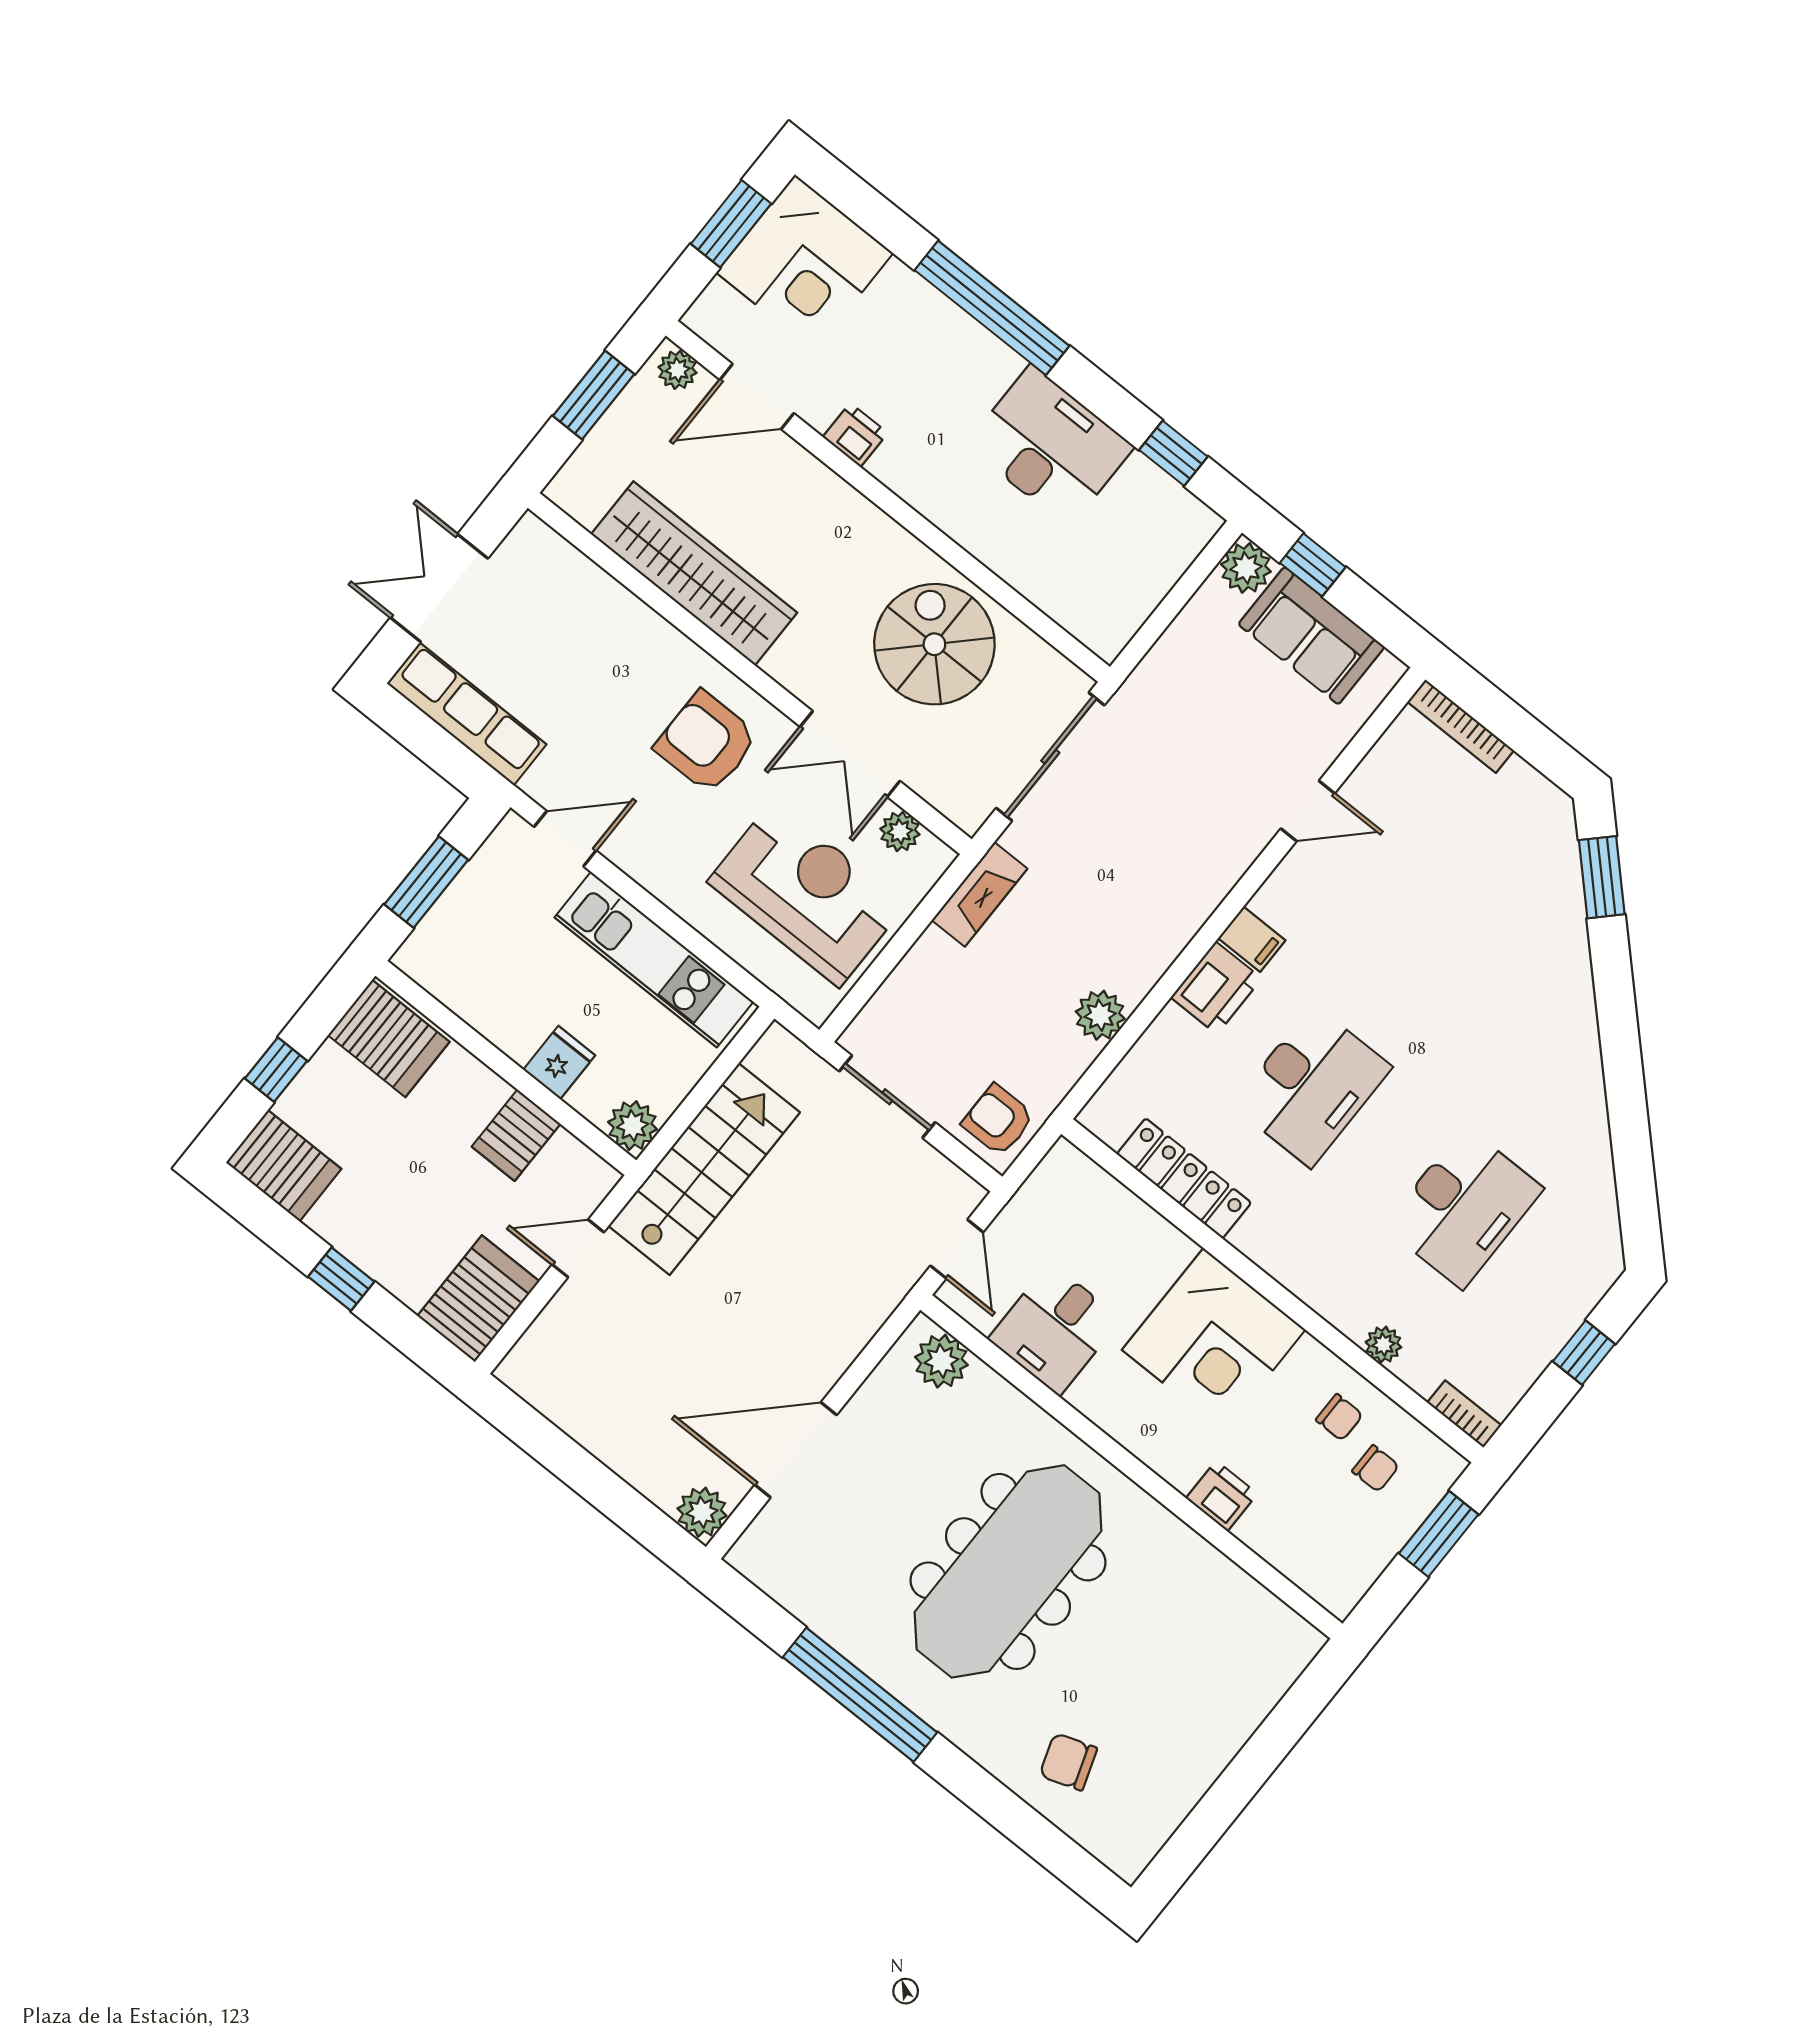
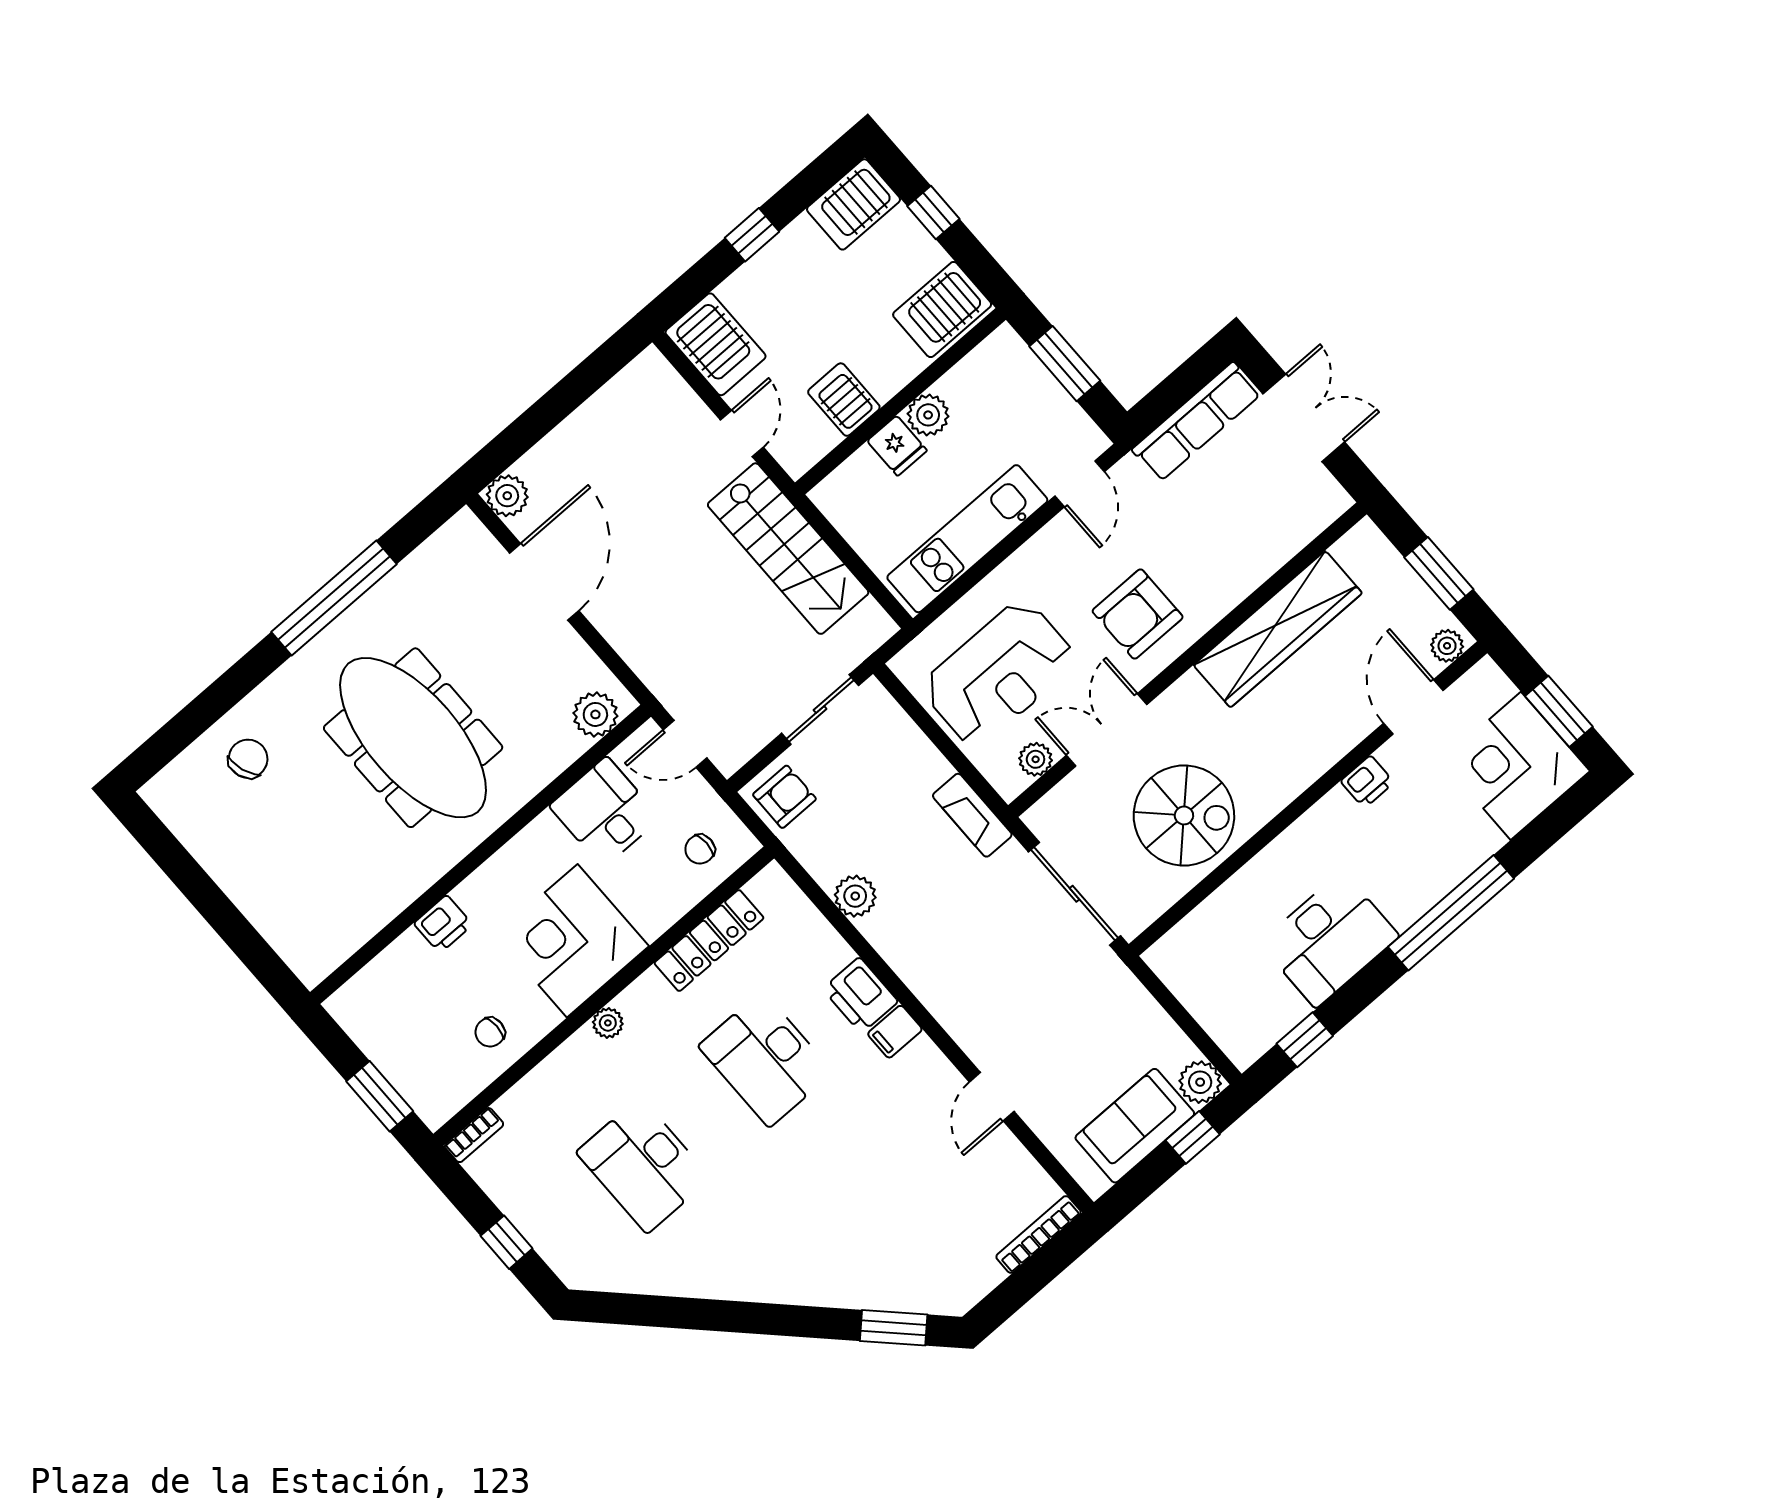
armchair: (706, 742) -> (1138, 614), turned 180
plant: (633, 1126) -> (928, 415), moved
plant: (1383, 1345) -> (608, 1023), moved
chair: (1376, 1468) -> (700, 849), moved

